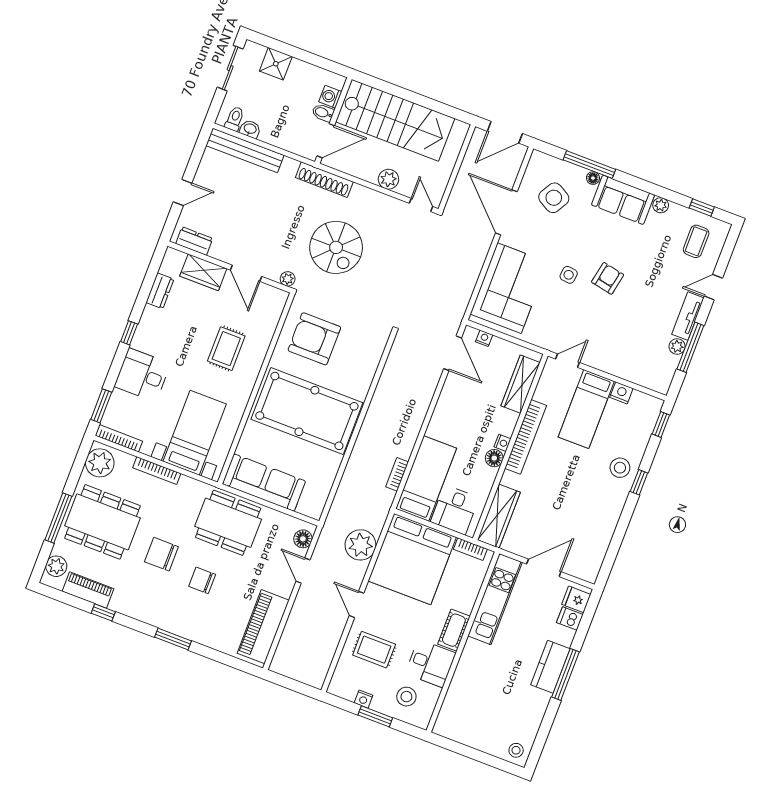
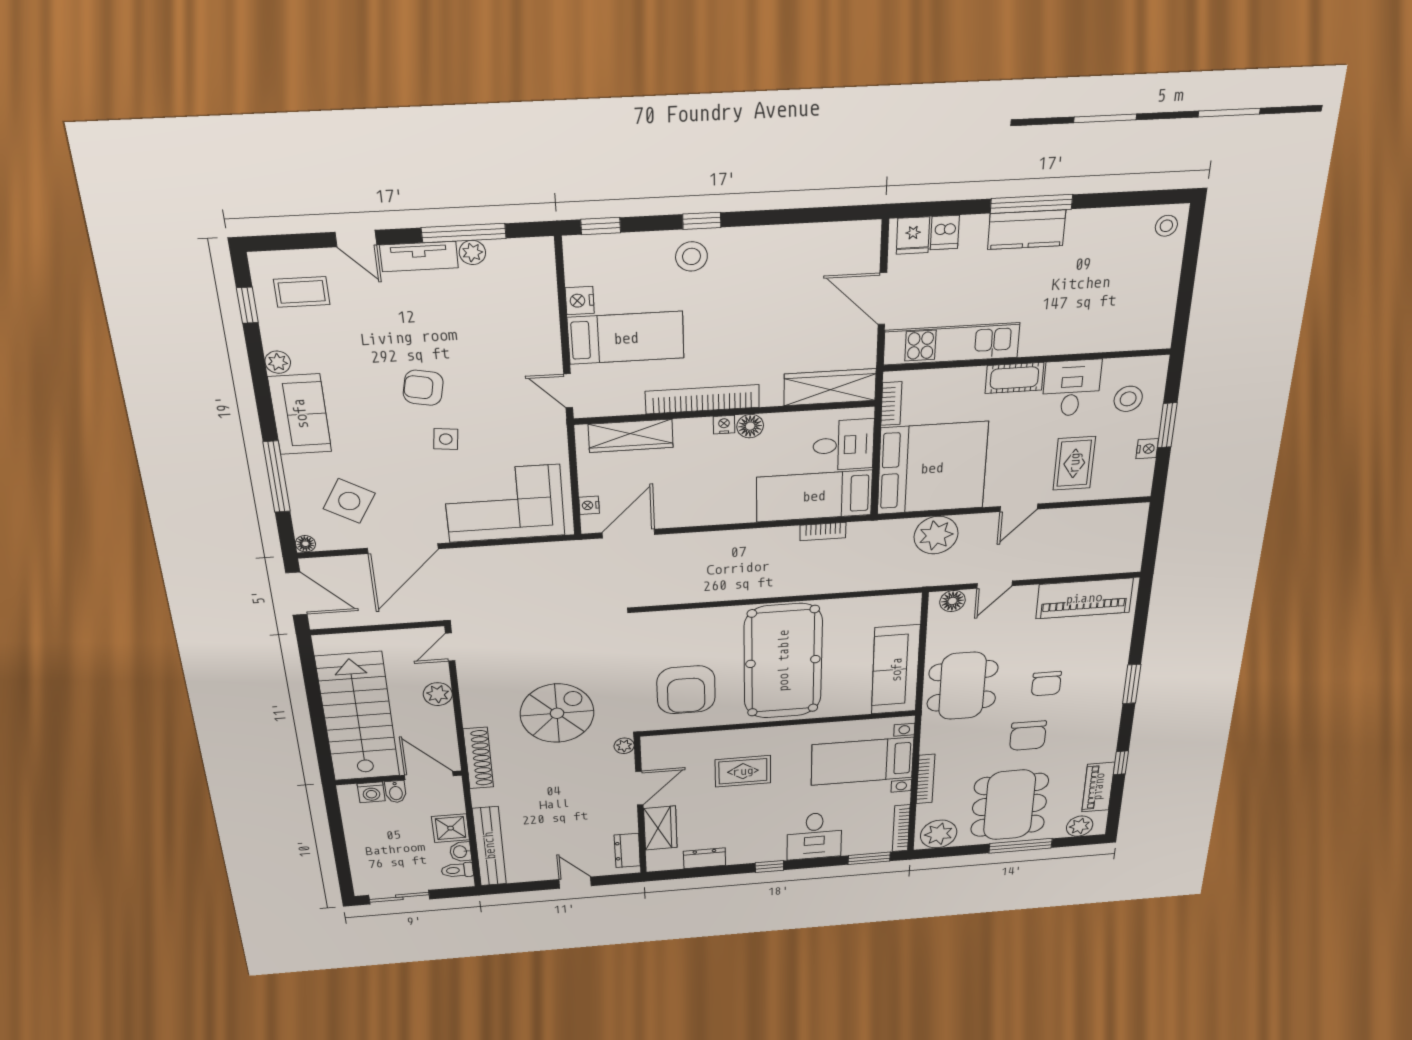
shower: (276, 64) -> (451, 828), moved
floor lamp: (593, 178) -> (305, 544), moved

